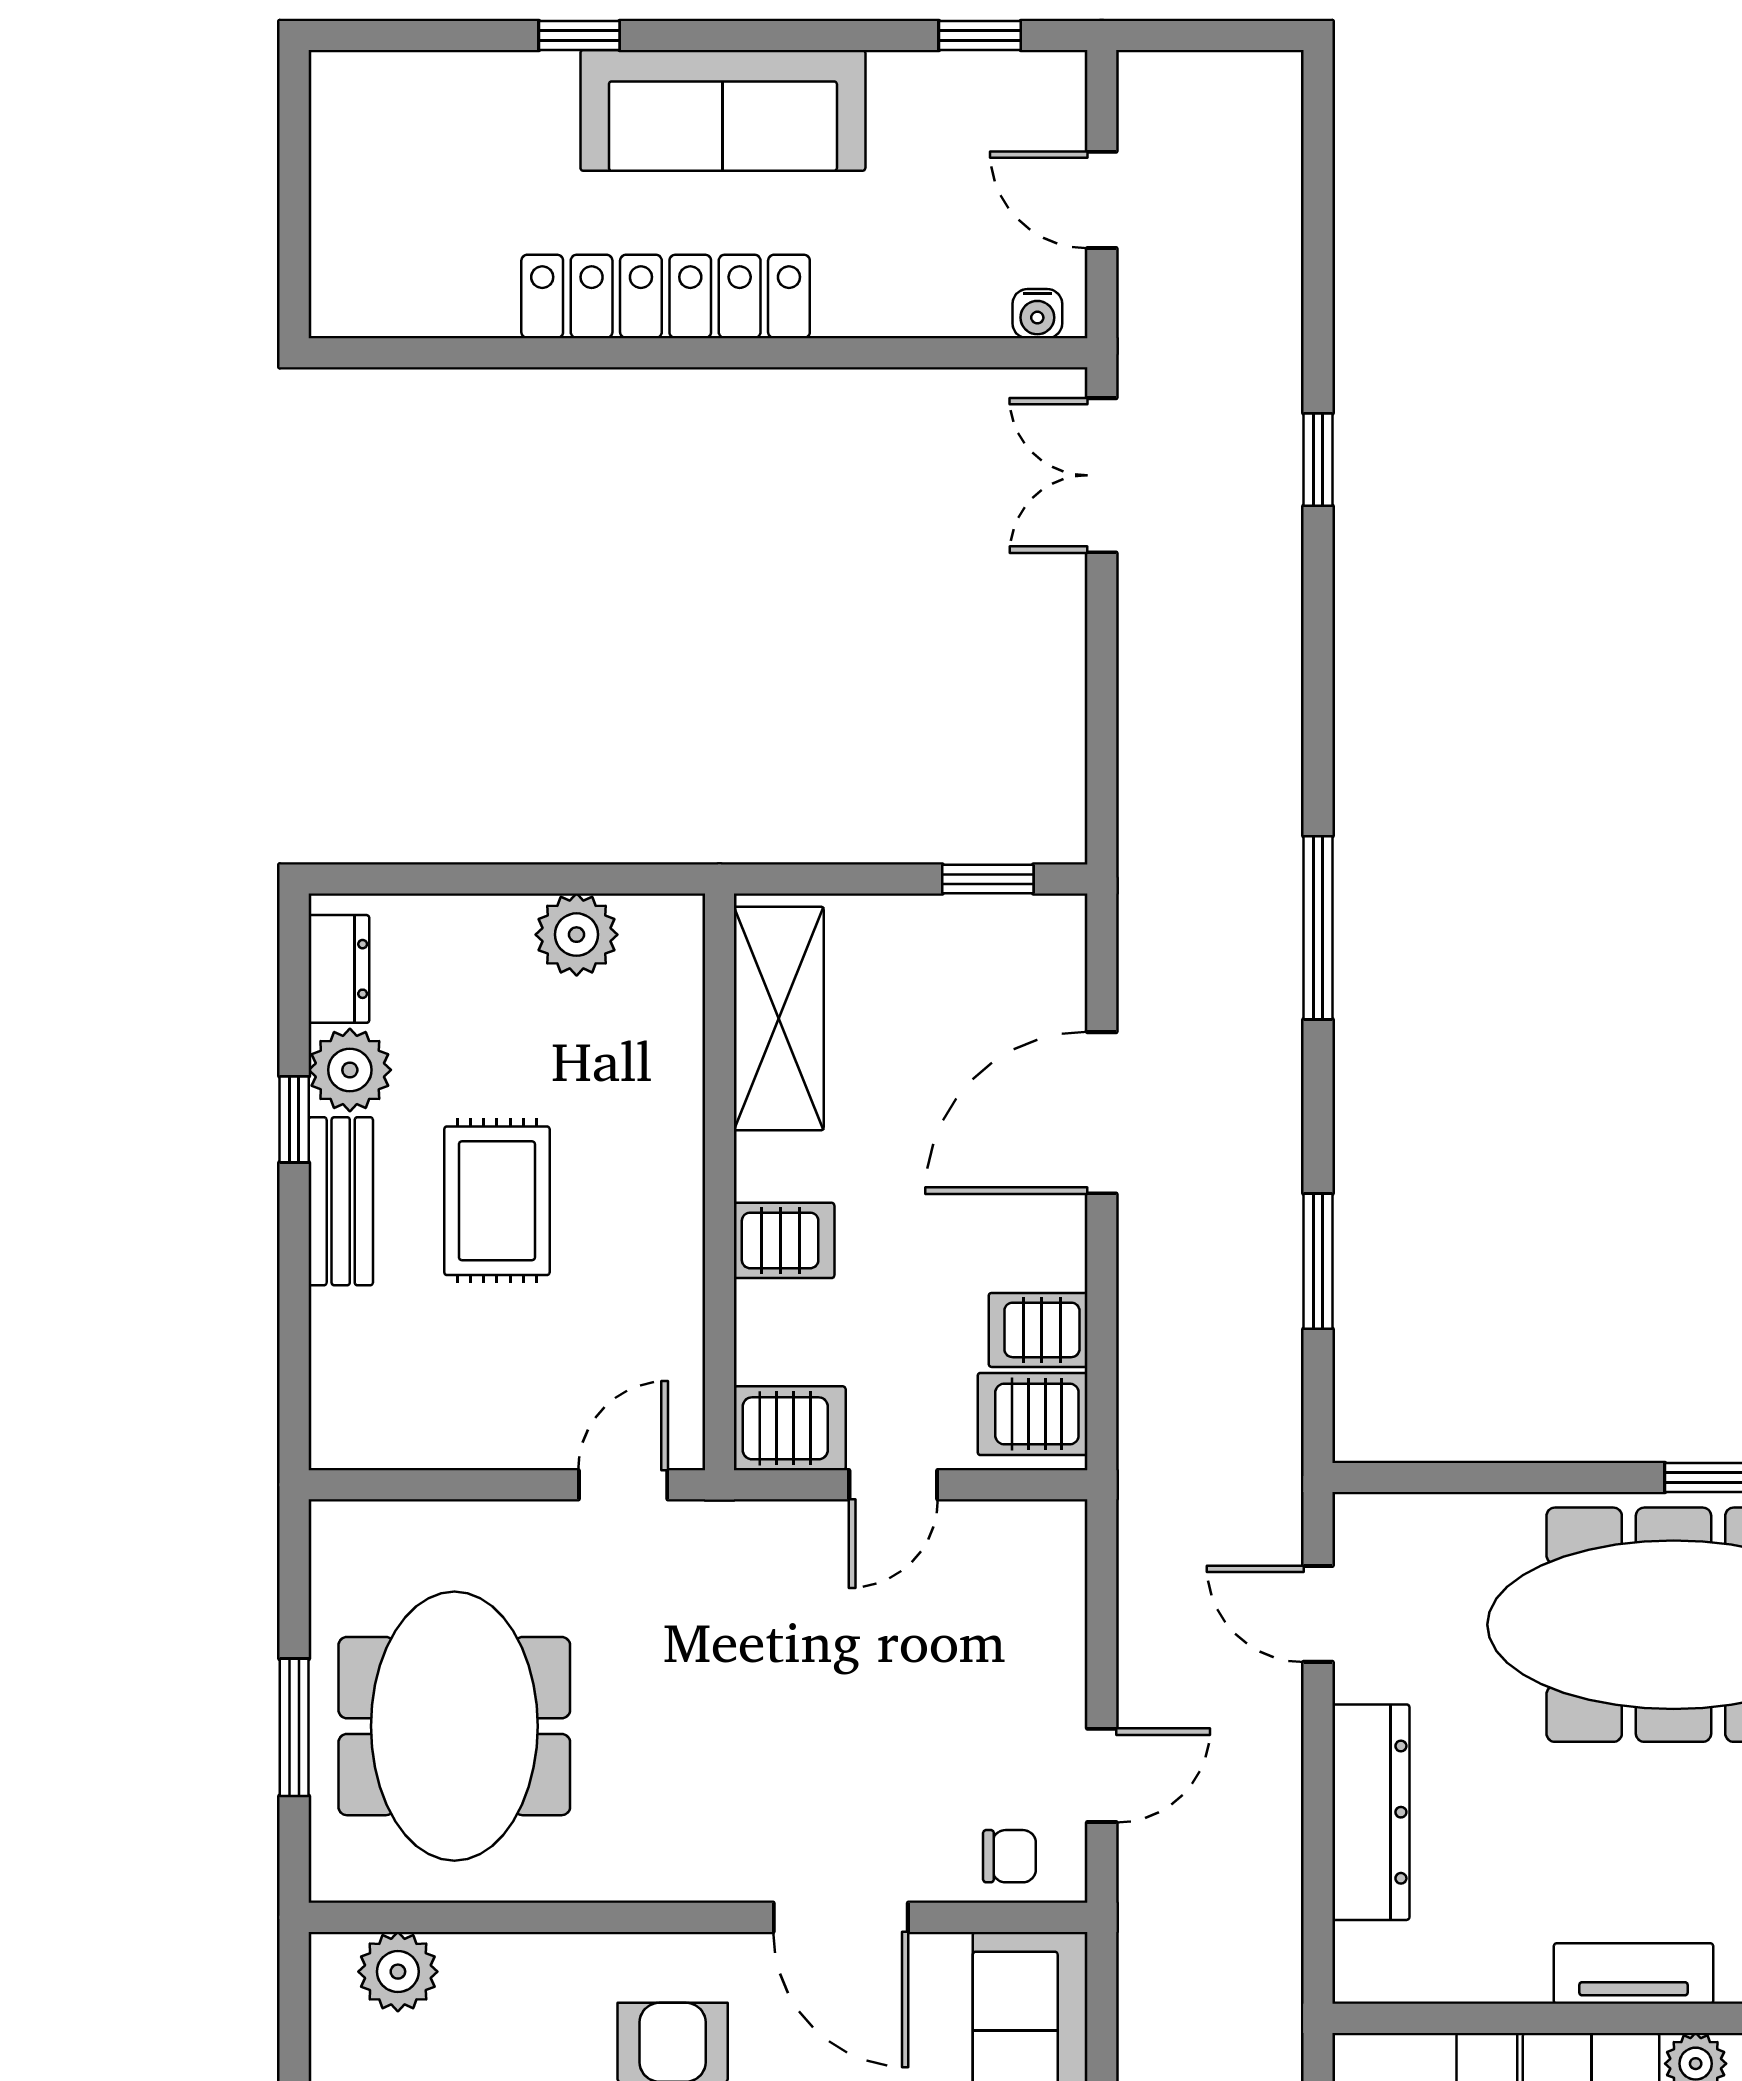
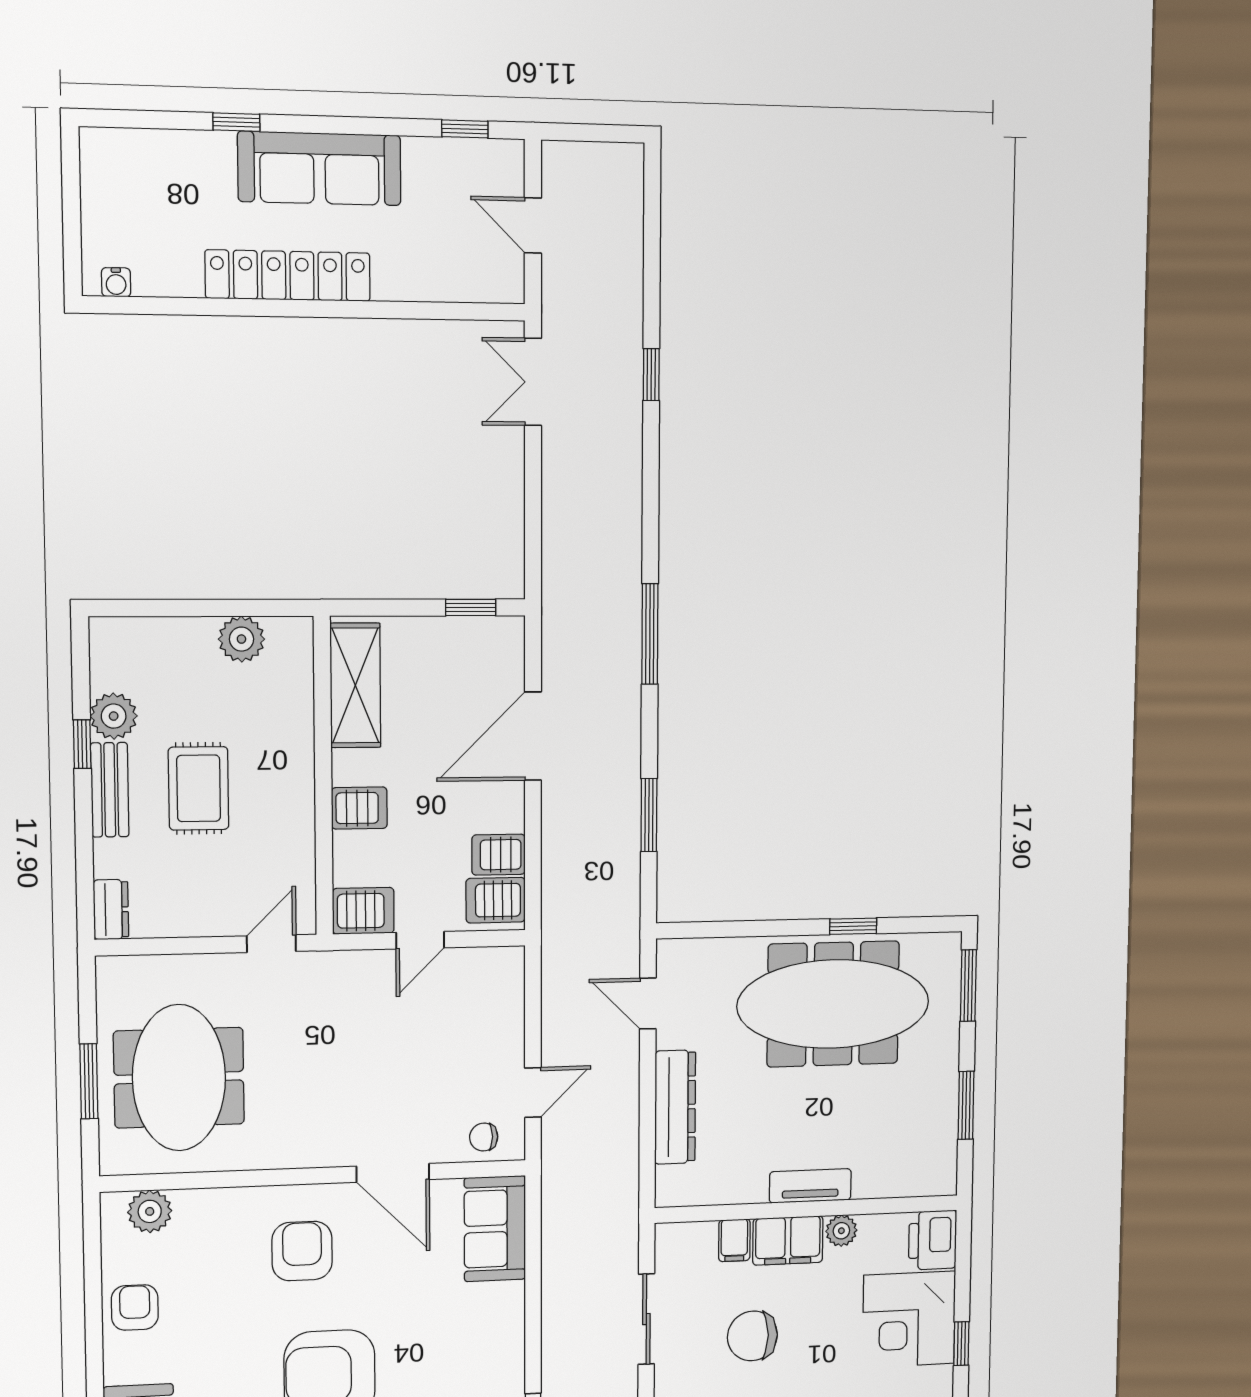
water cooler: (1037, 314) -> (116, 282), moved
dresser: (339, 969) -> (111, 910), moved
chair: (1009, 1856) -> (484, 1137), turned 180

